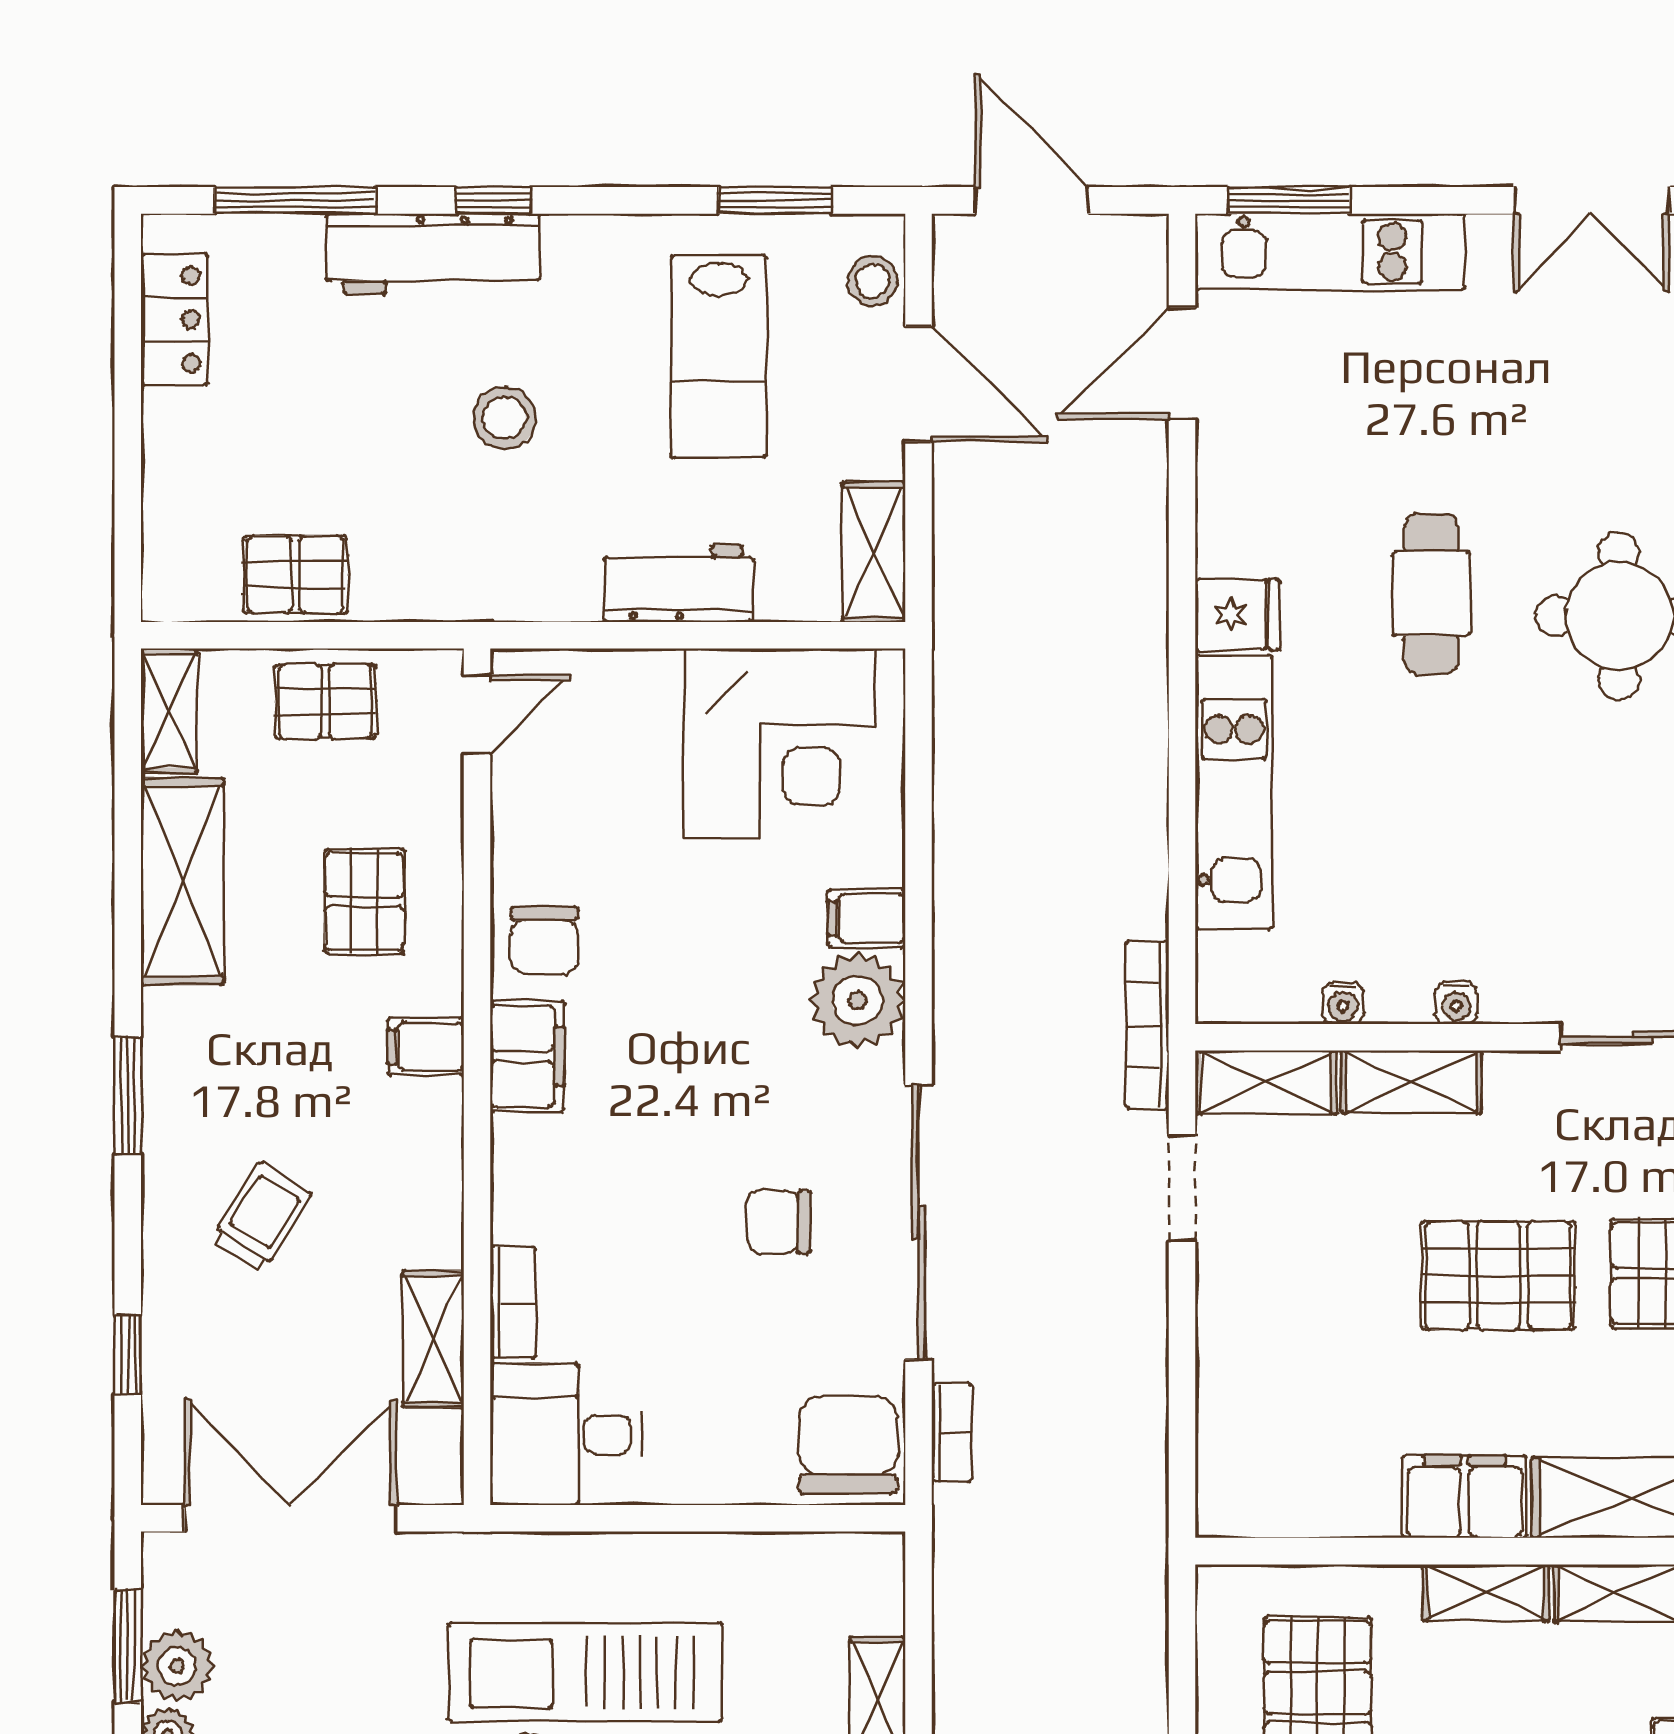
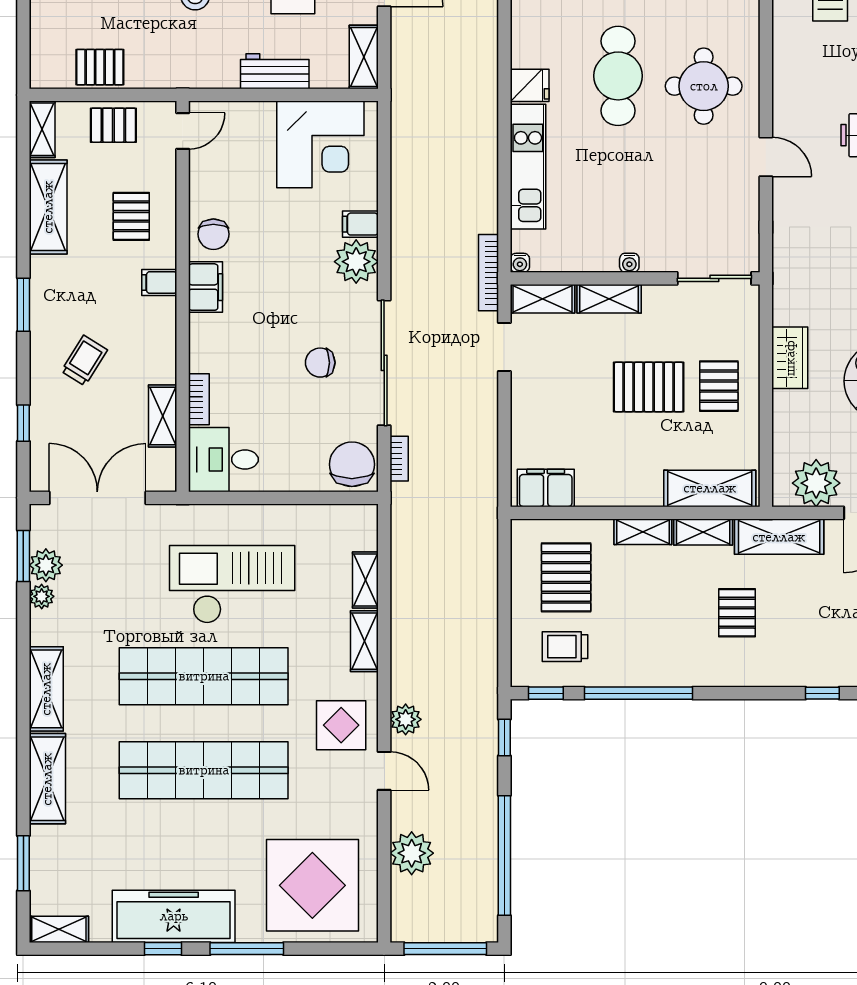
cafe table: (1431, 594) -> (618, 76), width x1.37, depth x1.35
water cooler: (1343, 1003) -> (520, 263), moved
filing cabinet: (1464, 1497) -> (546, 488), moved

